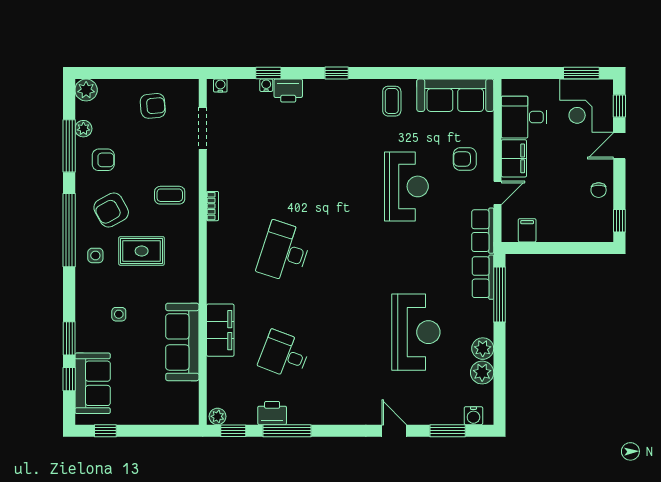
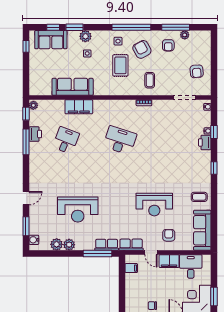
plant: (86, 90) -> (85, 36), moved

